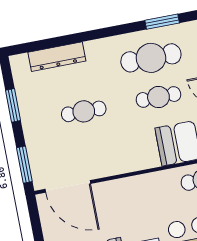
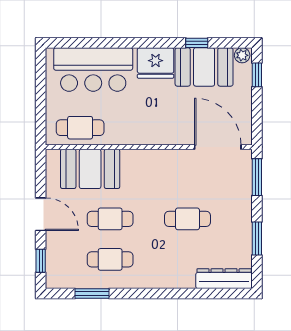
dresser: (57, 57) -> (224, 279), moved
cafe table: (151, 58) -> (110, 259), width x0.73, depth x0.74

